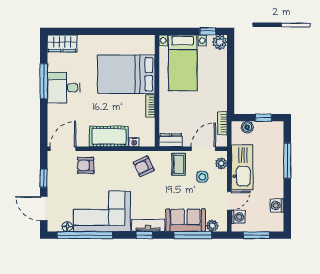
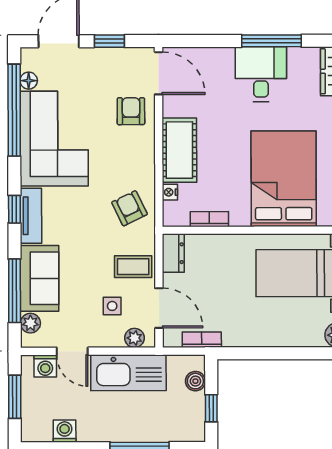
bookcase: (150, 106) -> (209, 219), moved

